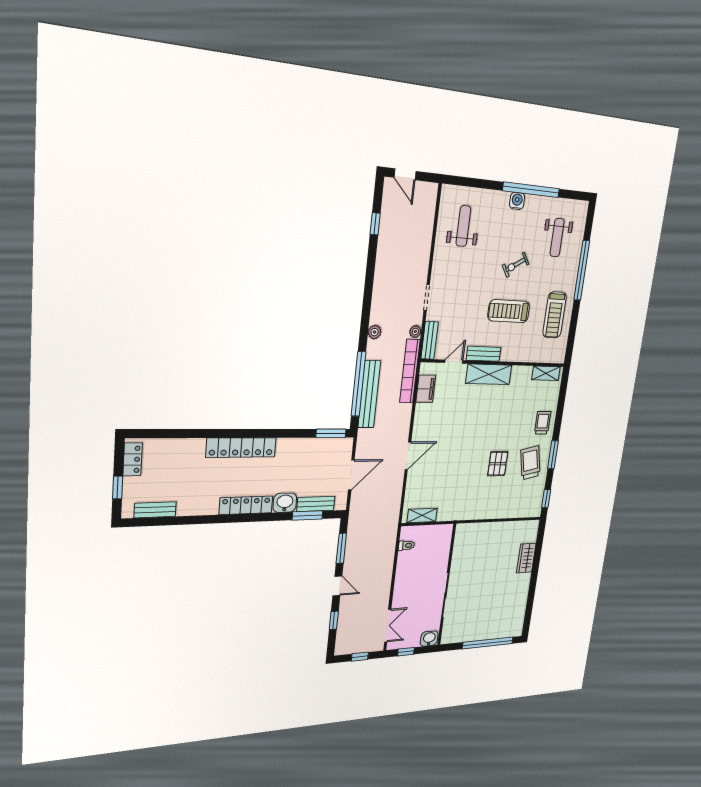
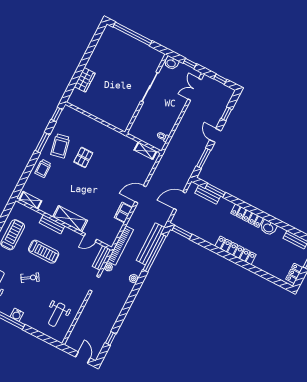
bench: (484, 354) -> (52, 224), moved
filing cabinet: (426, 389) -> (123, 212), moved
washbasin: (285, 503) -> (268, 228), moved

